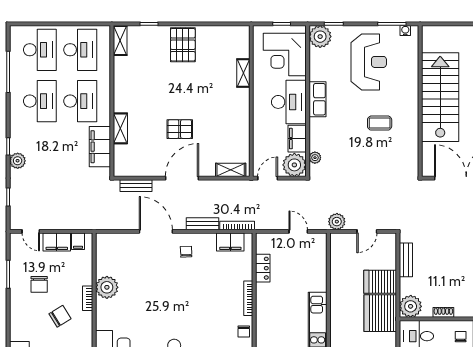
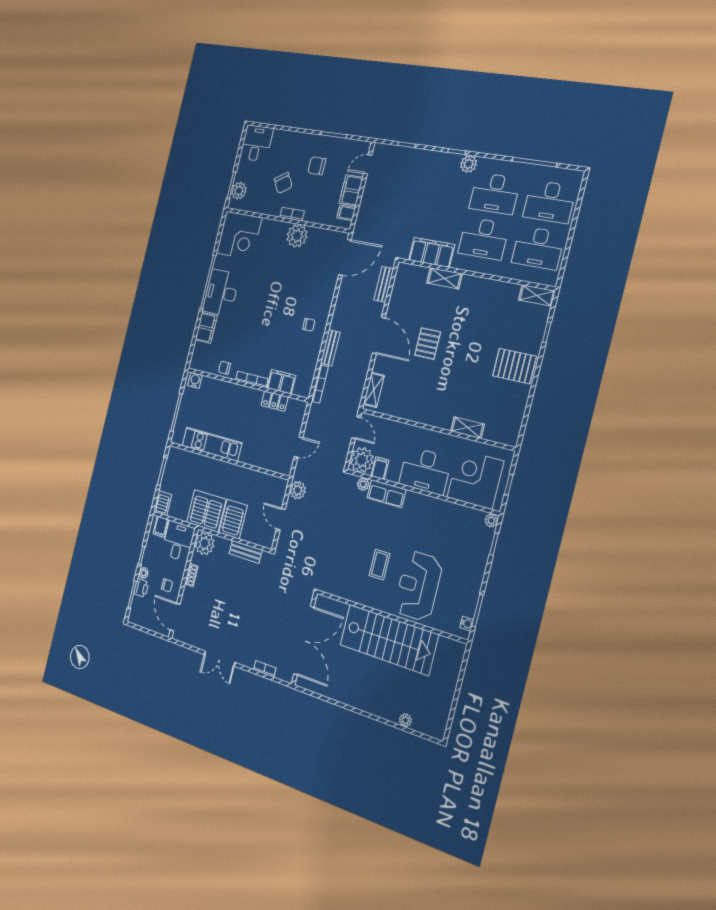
plant: (320, 37) -> (491, 520), width x0.53, depth x0.53
reception desk: (369, 62) -> (418, 586), moved, turned 90
row of seats: (317, 99) -> (387, 494), moved
filing cabinet: (297, 139) -> (380, 468), width x0.50
plant: (18, 161) -> (469, 164), moved
door: (156, 231) -> (345, 257), moved
filing cabinet: (230, 242) -> (281, 382), moved, turned 90

